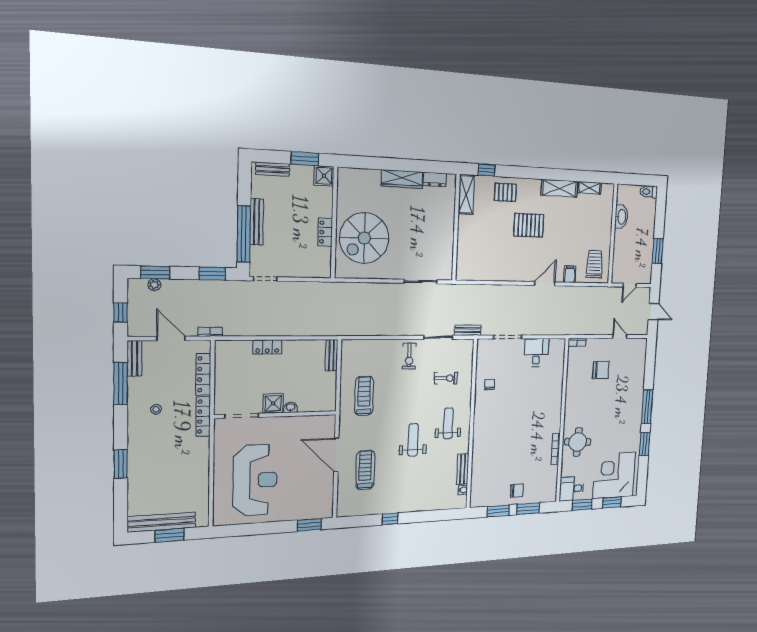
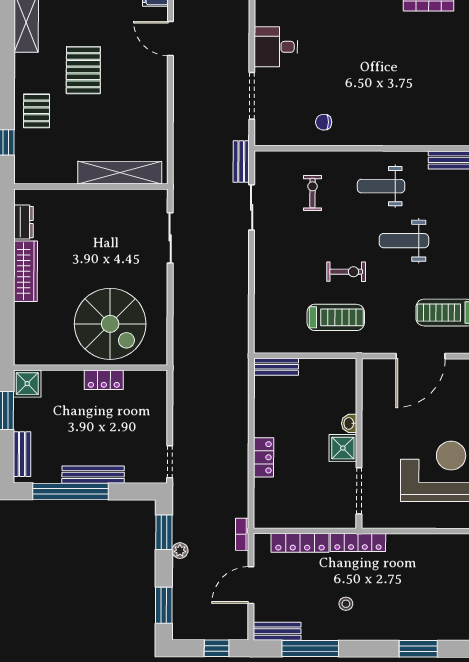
shelving: (466, 194) -> (120, 173), moved, width x1.47
window: (244, 234) -> (71, 491), moved
plant: (154, 285) -> (180, 551), moved
exercise bike: (409, 356) -> (346, 272), moved
treadmill: (364, 396) -> (336, 317), turned 180

